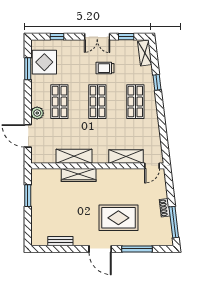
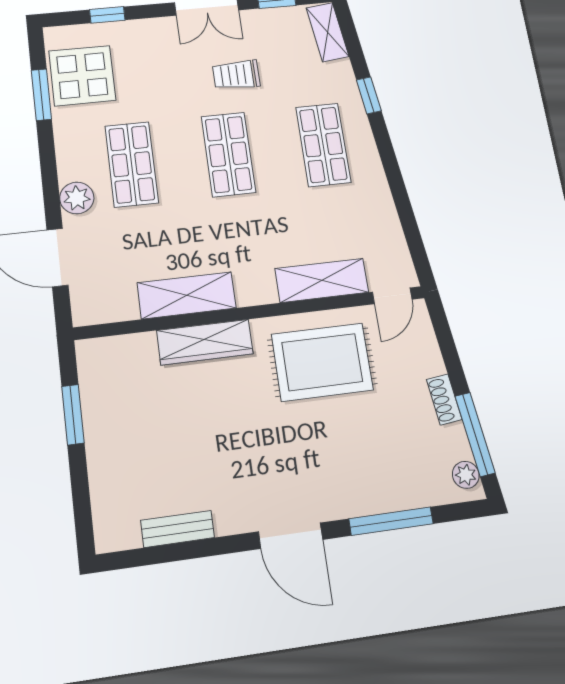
rug: (118, 218) -> (322, 362), moved
plant: (167, 236) -> (466, 475), added

